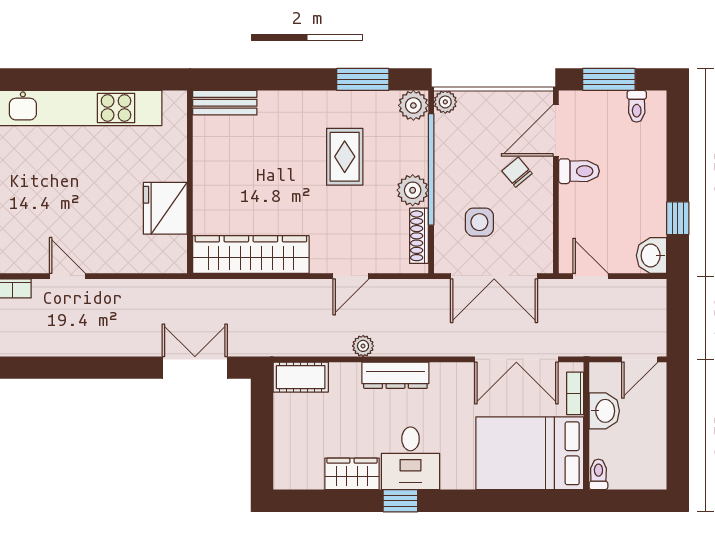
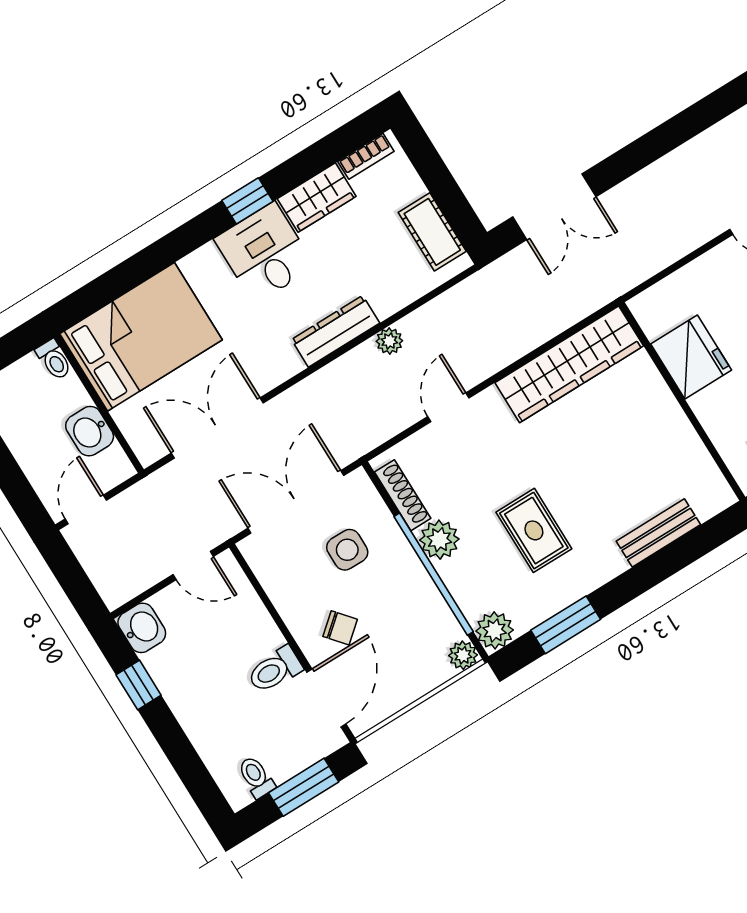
bench: (225, 103) -> (658, 533), moved
cot: (301, 377) -> (432, 232), moved, turned 90
bookcase: (575, 393) -> (366, 156), moved, turned 90

